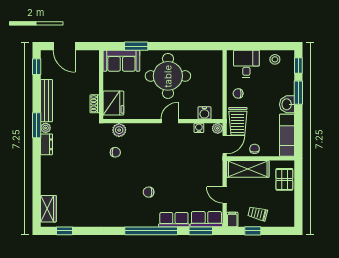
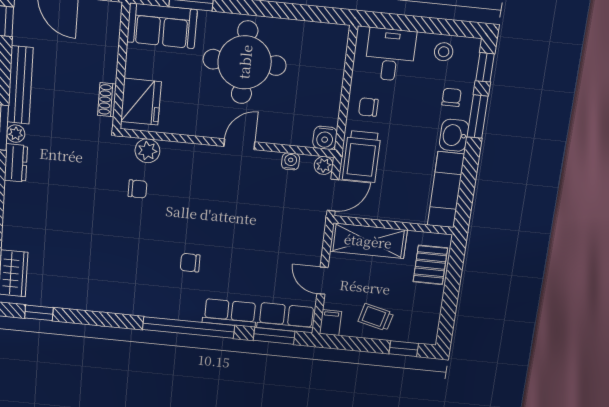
water cooler: (204, 113) -> (325, 138), moved
chair: (255, 149) -> (452, 97), moved
window: (253, 231) -> (404, 349), moved

